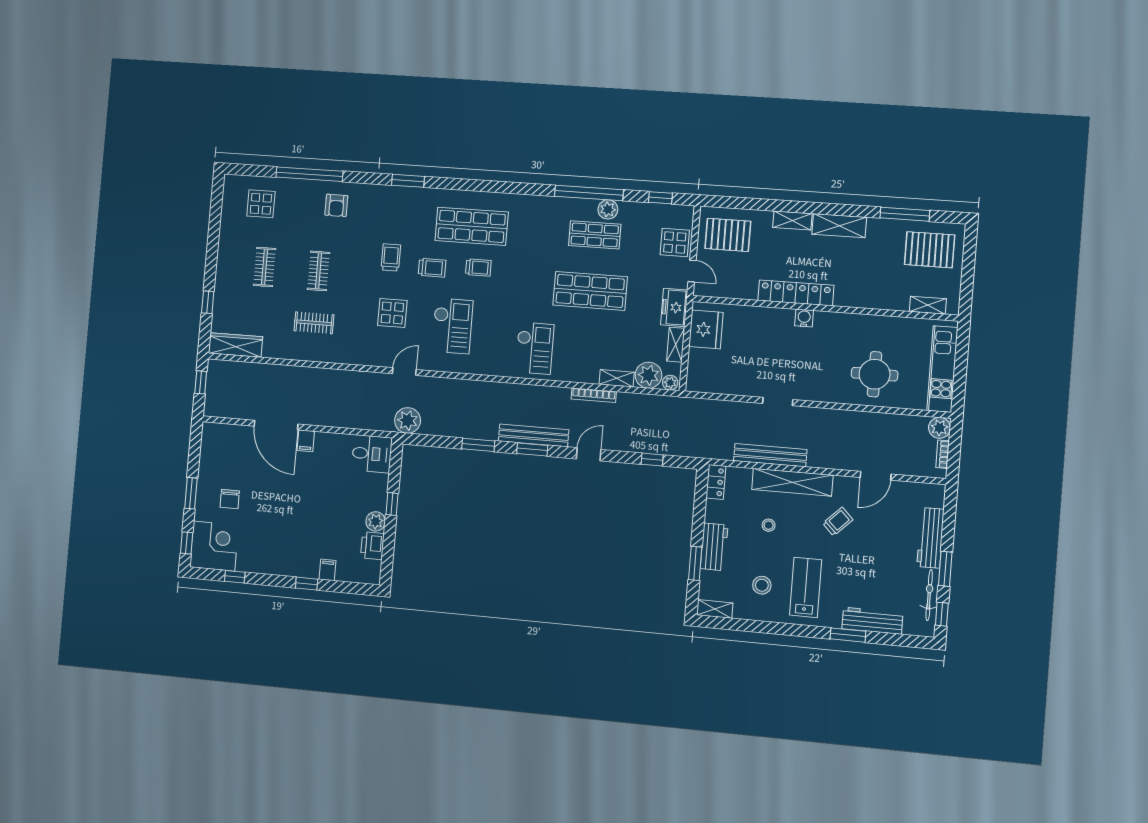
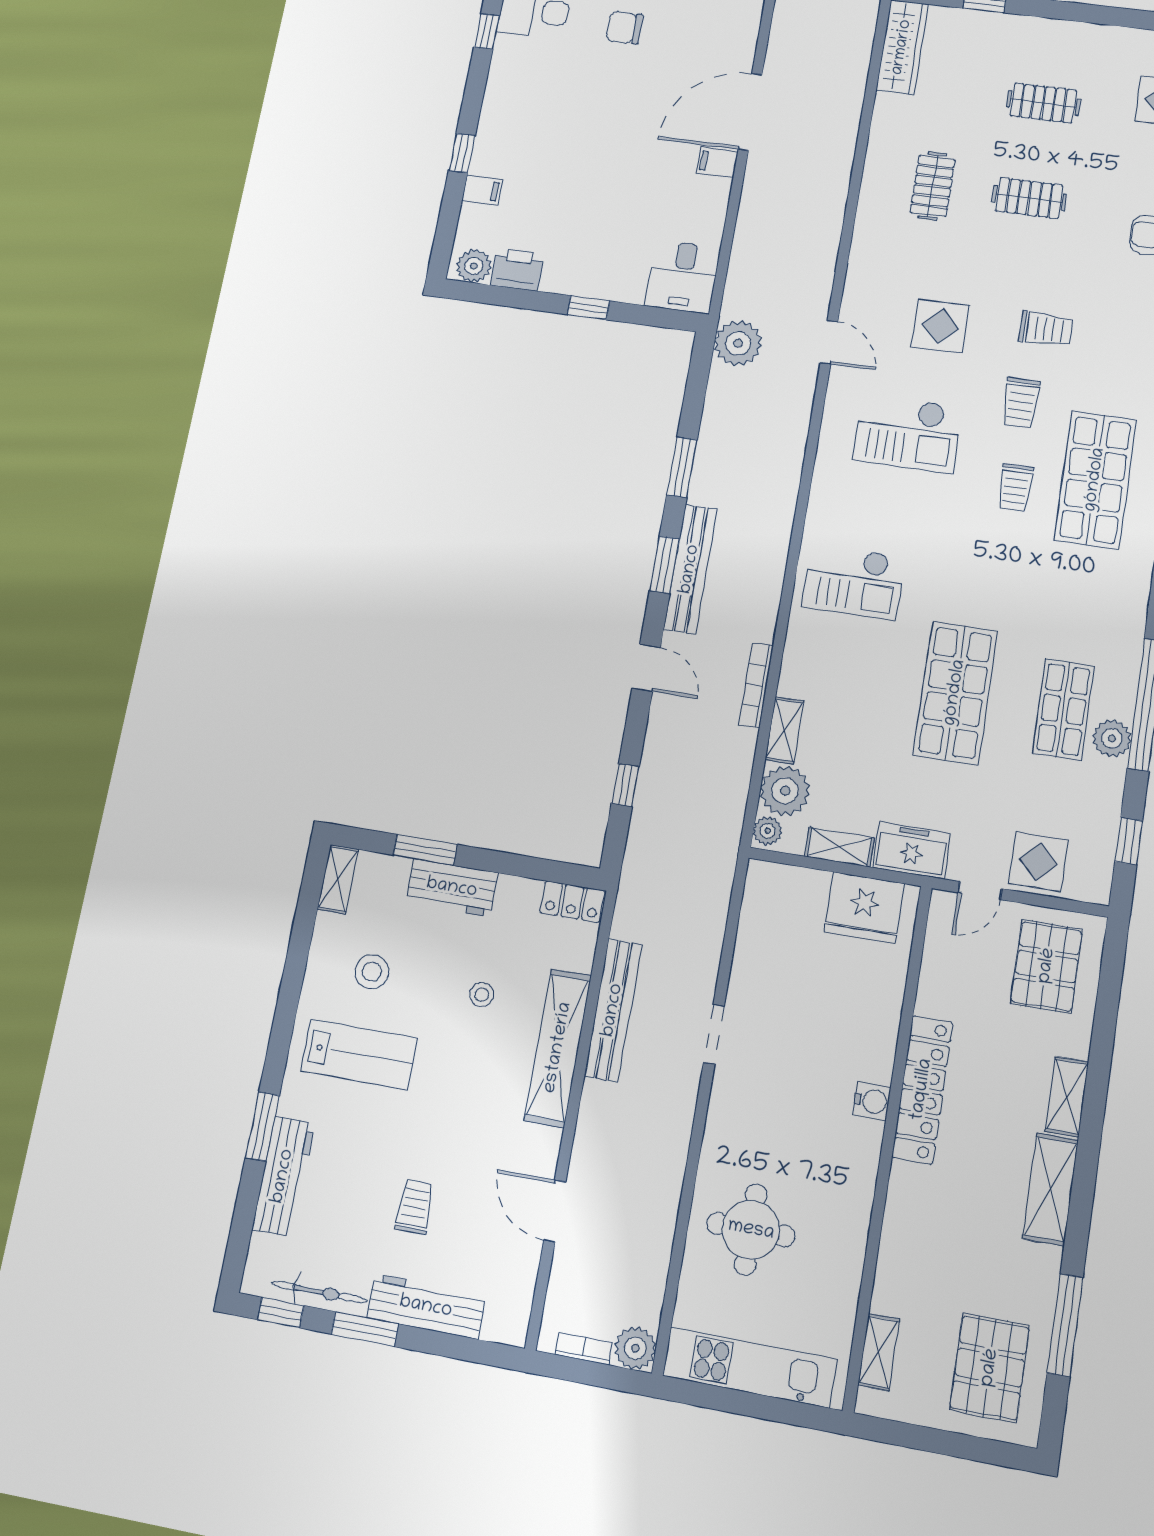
plant: (376, 521) -> (474, 266), moved
trolley: (838, 522) -> (415, 1207), moved, turned -135

